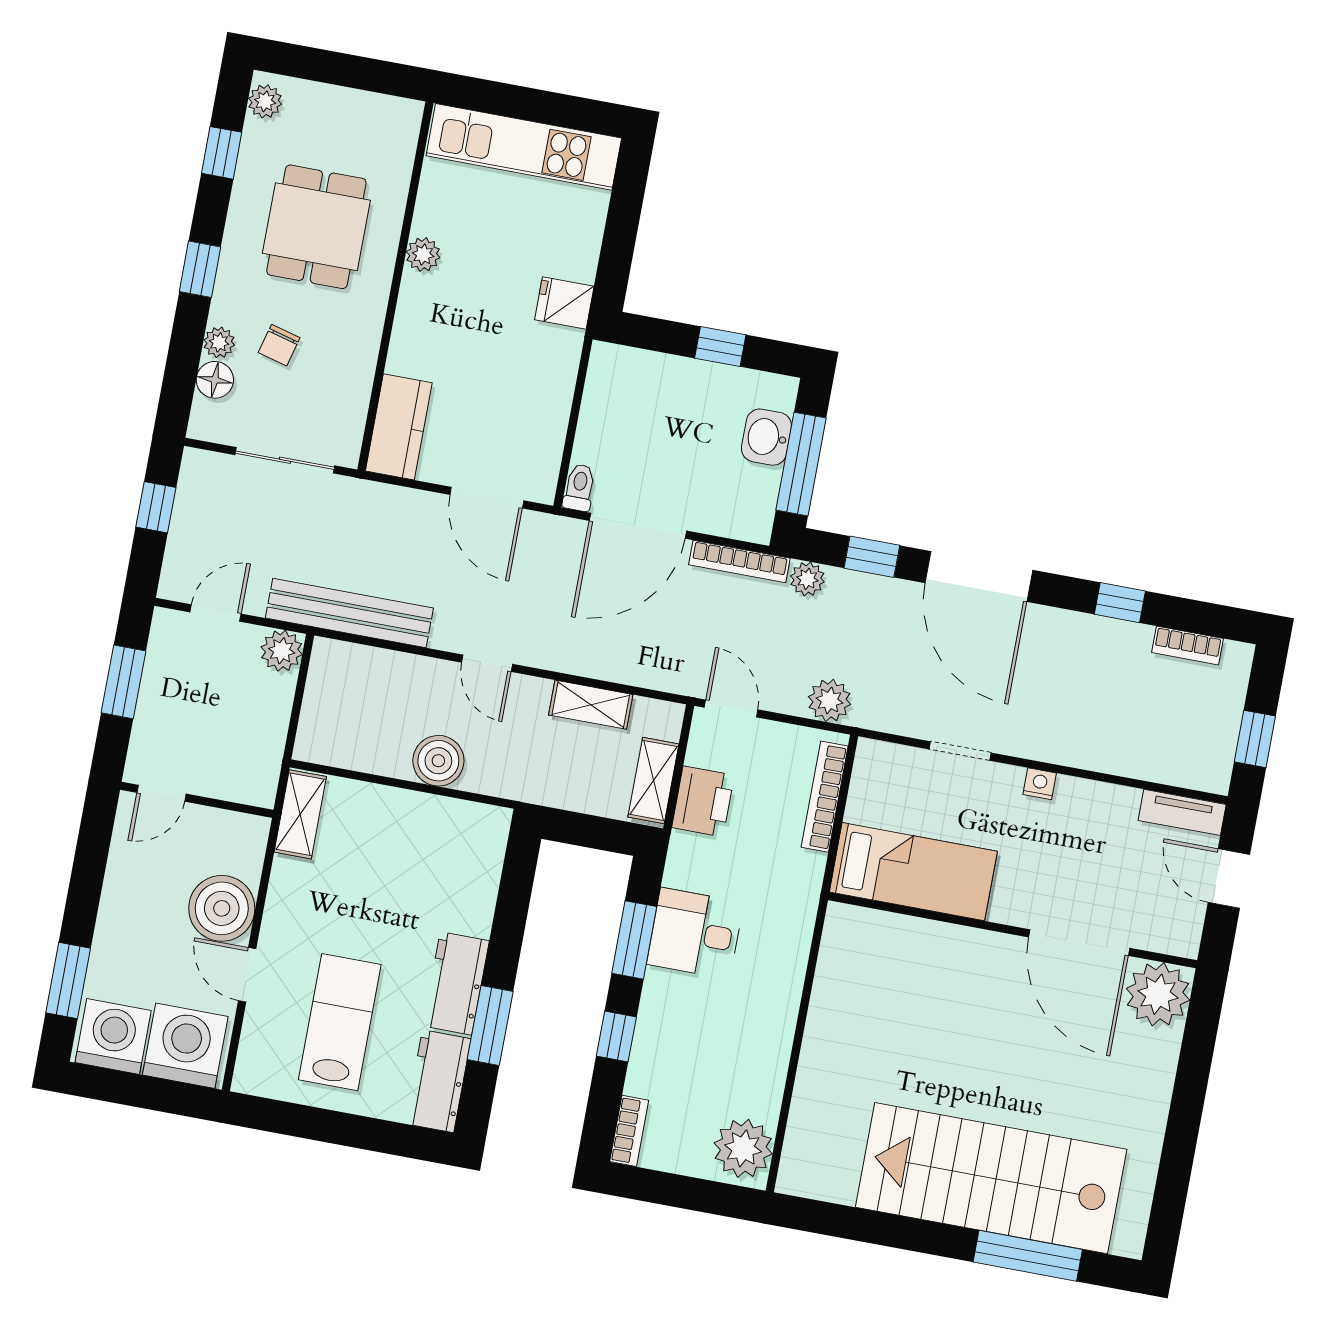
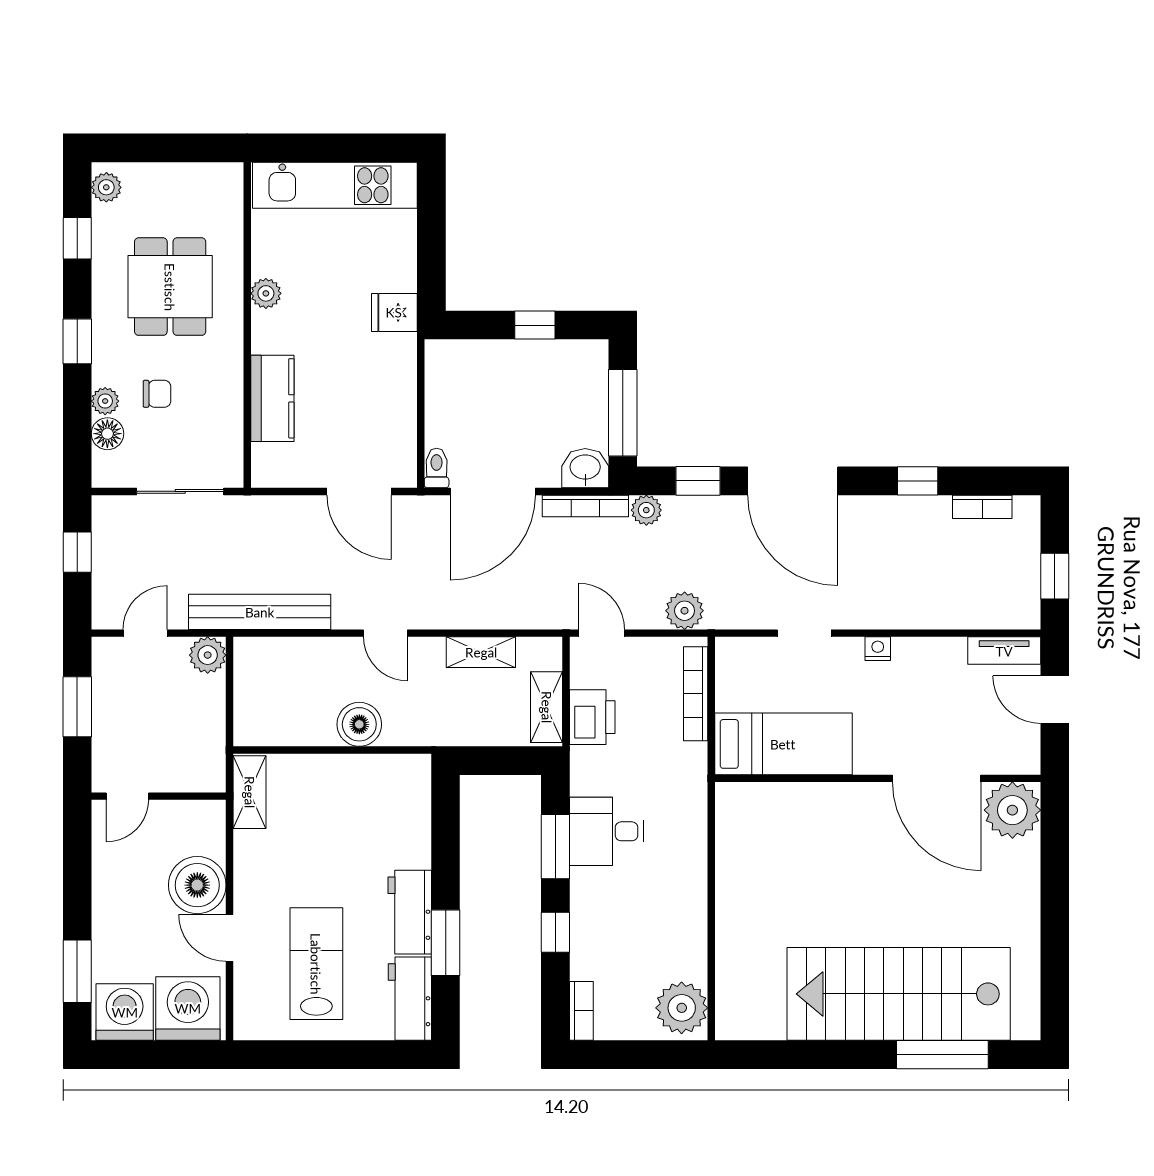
chair: (279, 345) -> (157, 394), turned -105
kitchen counter: (399, 427) -> (272, 398), moved
washbasin: (766, 437) -> (585, 468), moved, turned 90

